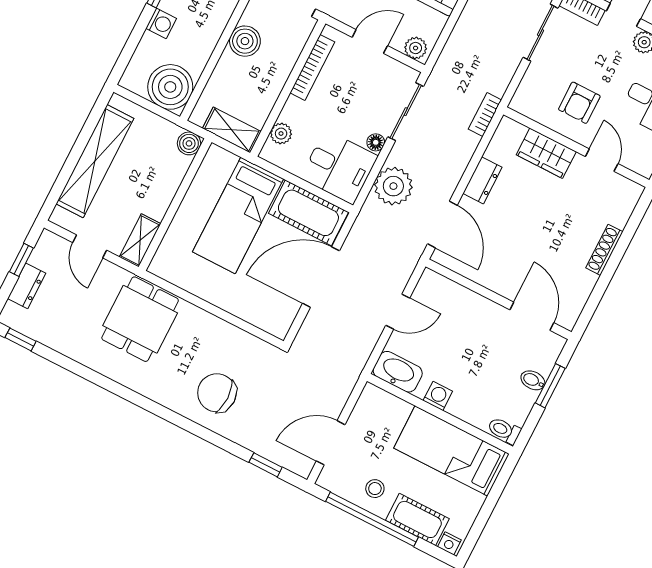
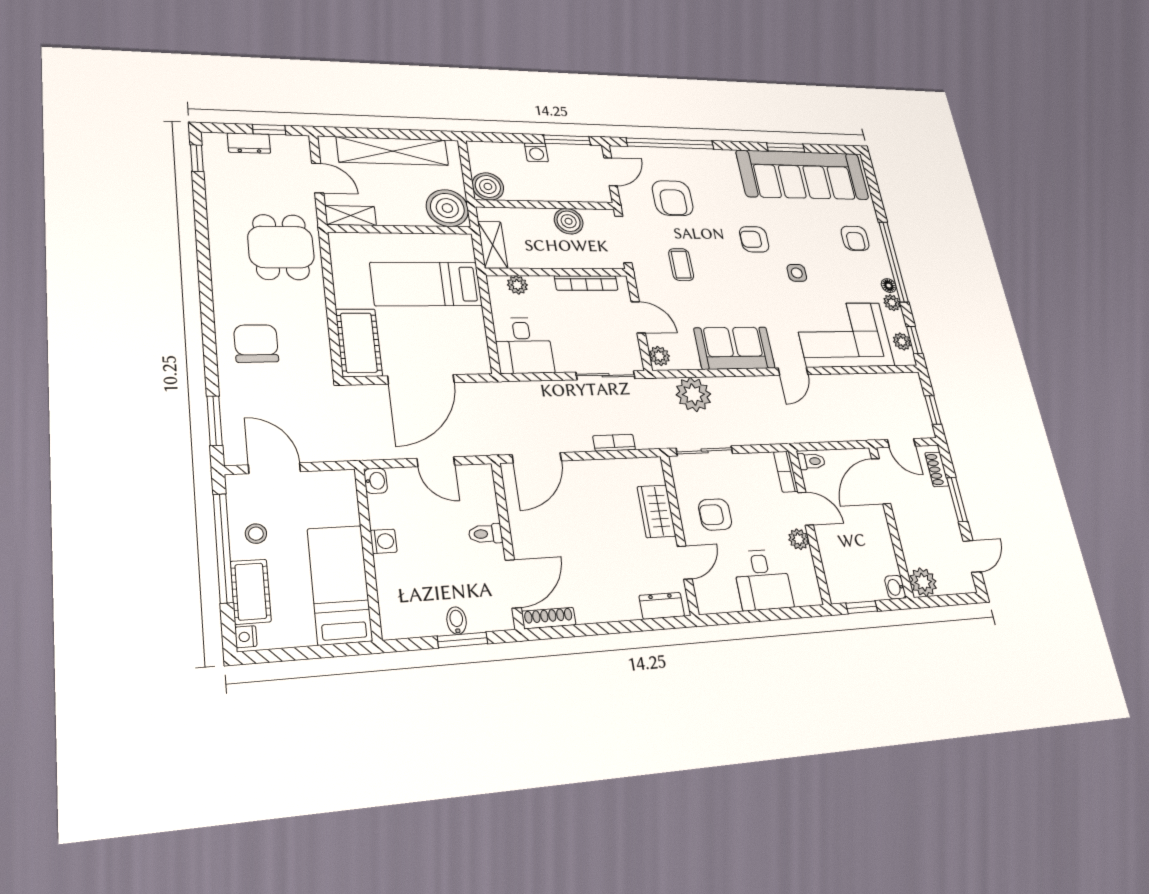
sliding door: (540, 33) -> (705, 451), moved
boiler: (170, 87) -> (488, 186), width x0.73, depth x0.73
bookcase: (485, 114) -> (614, 443), moved
floor lamp: (376, 142) -> (564, 365), removed
boiler: (189, 143) -> (447, 208), width x1.86, depth x1.86
dresser: (482, 180) -> (662, 606), moved, turned 180
plant: (393, 186) -> (693, 394), moved
cot: (308, 213) -> (359, 343), moved
door: (90, 246) -> (318, 178), swing flipped
shoe rack: (604, 250) -> (549, 618), moved
door: (321, 277) -> (421, 379), swing flipped
dining table: (140, 319) -> (281, 247), turned 90
washbasin: (398, 372) -> (376, 481), width x0.52, depth x0.69
toilet: (504, 430) -> (485, 534), moved, turned -90
window: (266, 465) -> (215, 421), width x1.50

